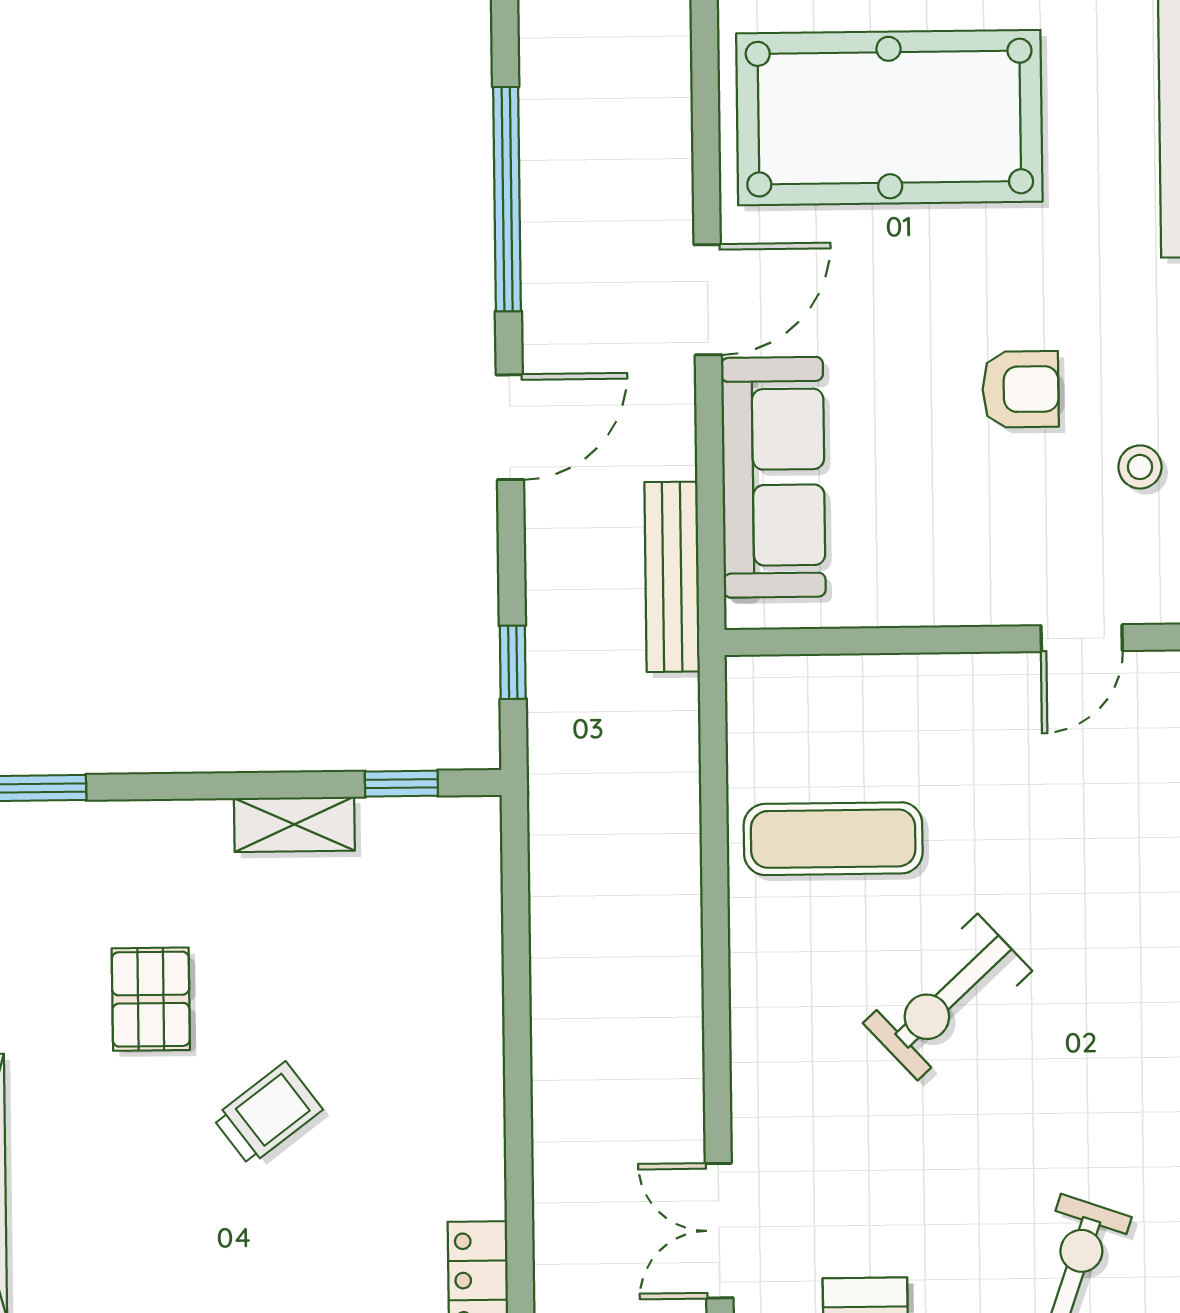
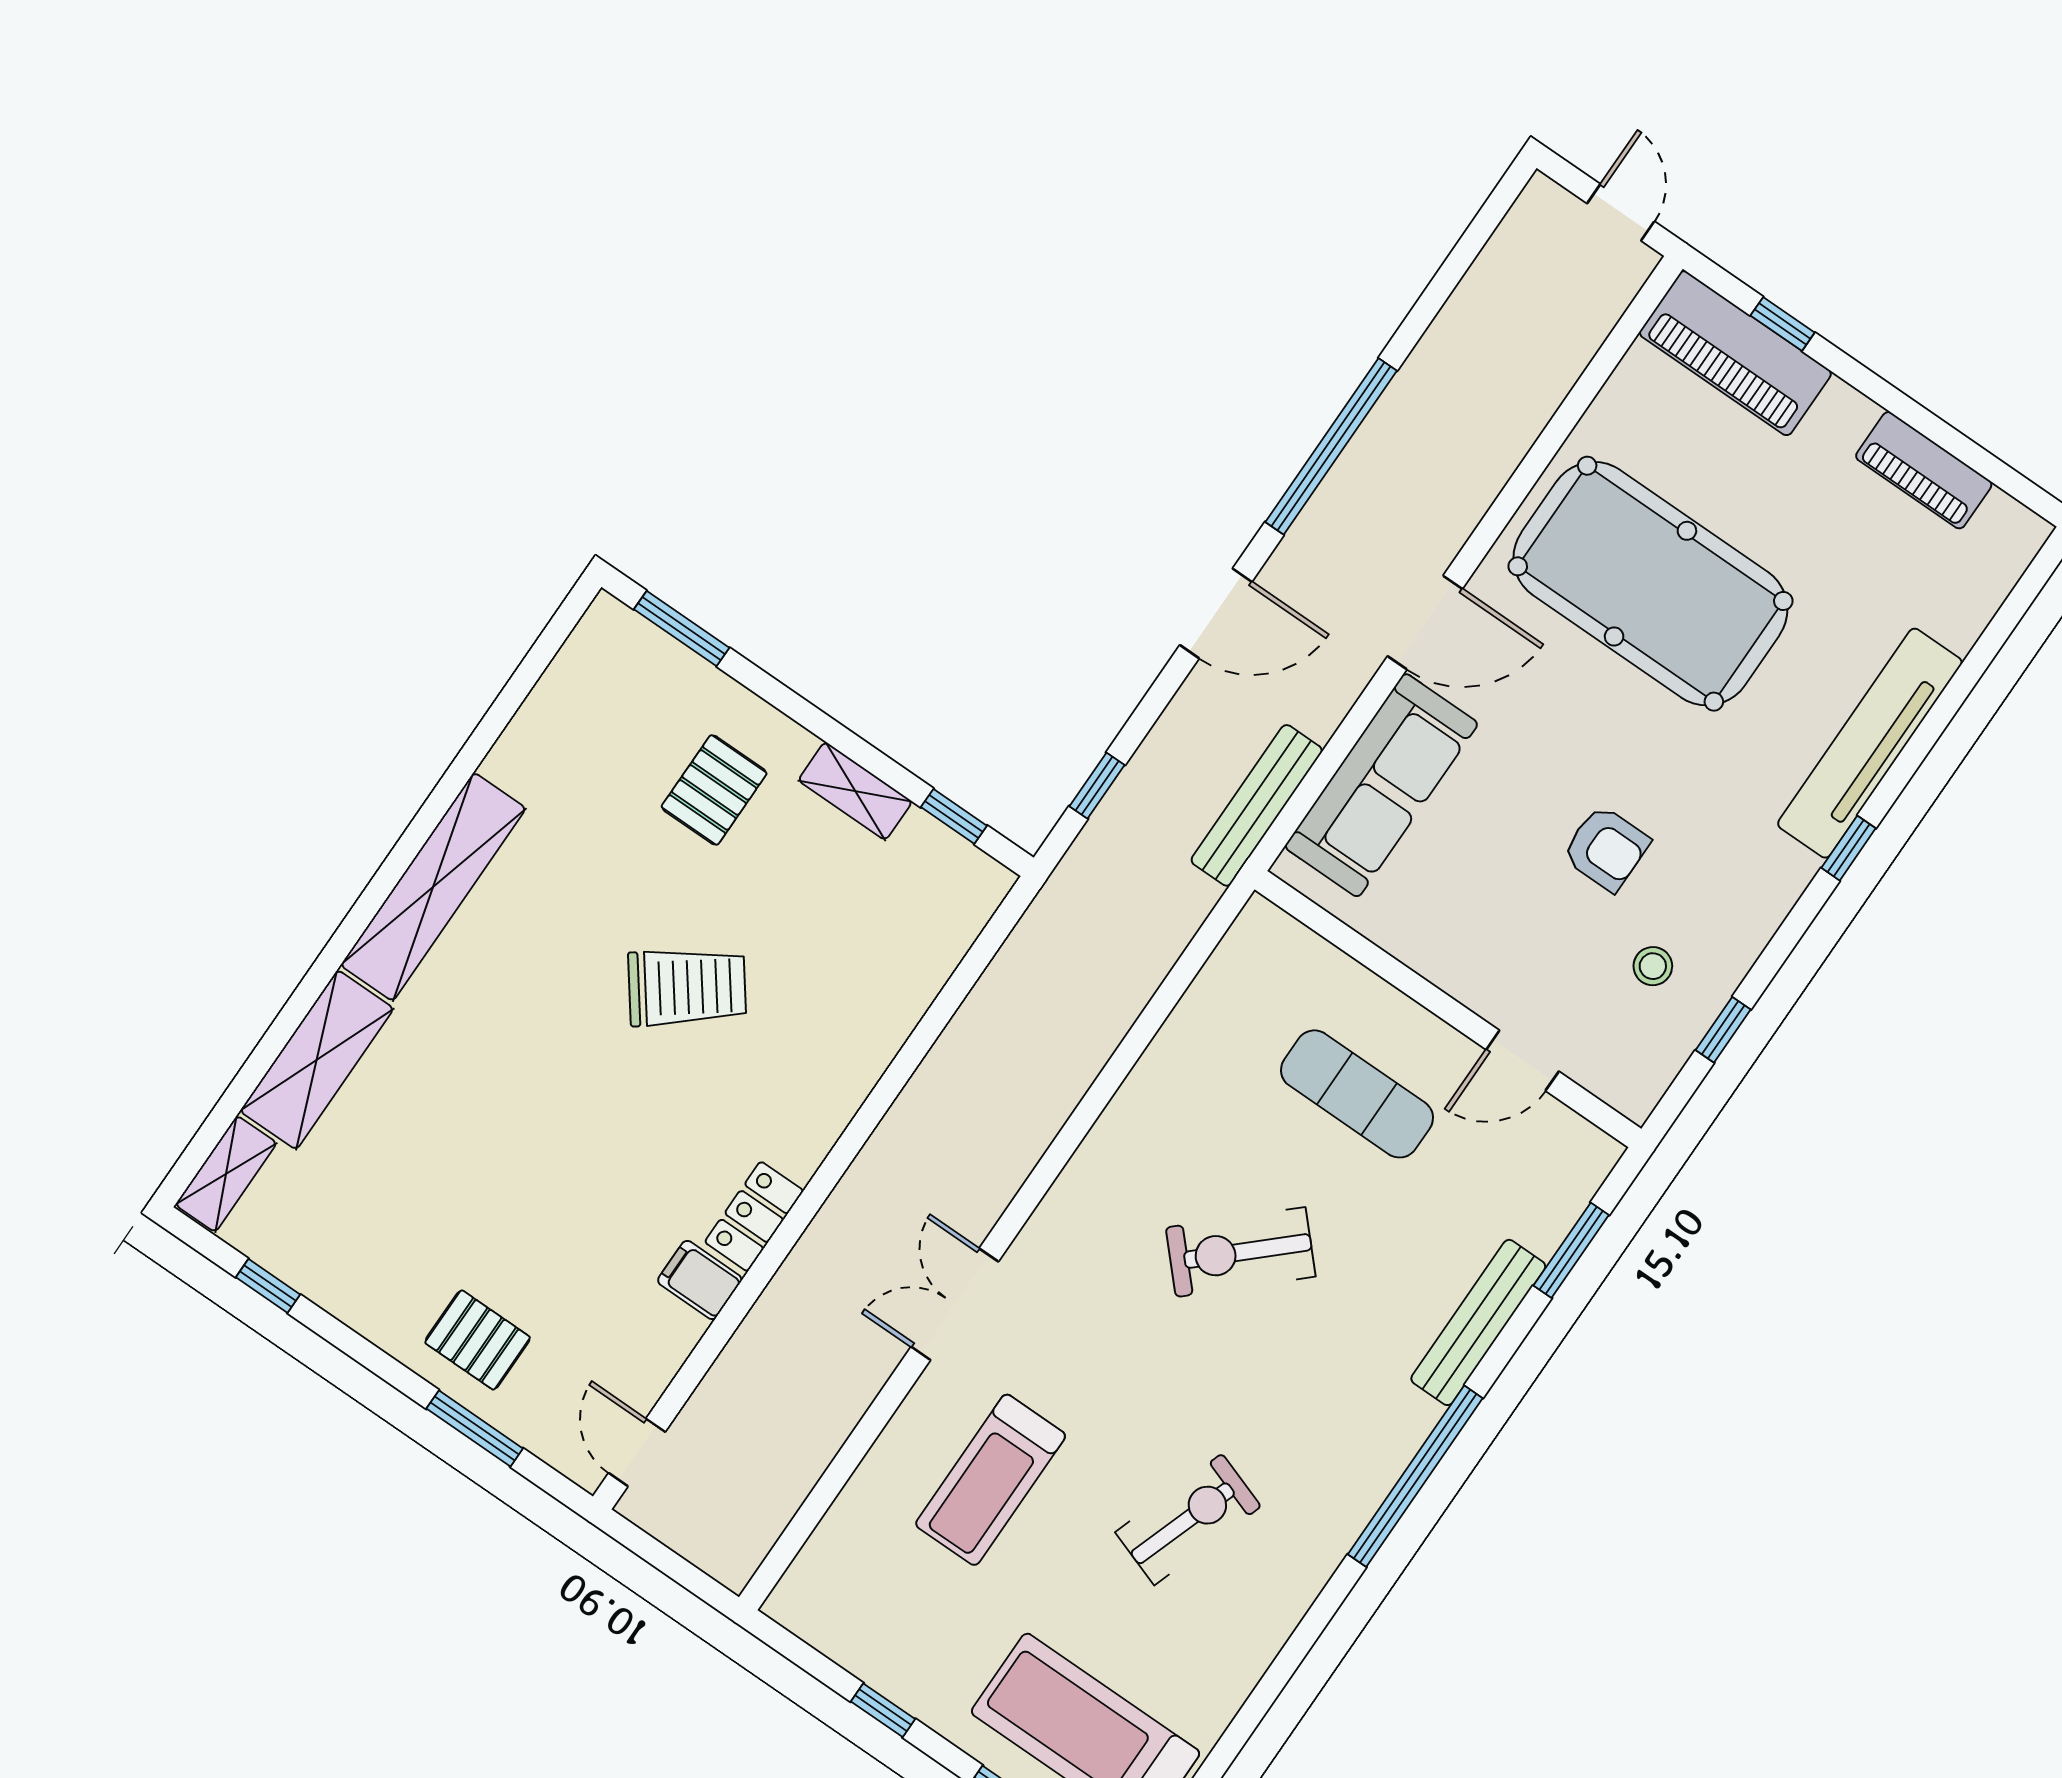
exercise mat: (833, 839) -> (1357, 1094), moved
pallet: (151, 999) -> (714, 790), moved
trolley: (268, 1114) -> (687, 987), width x1.36, depth x1.39

